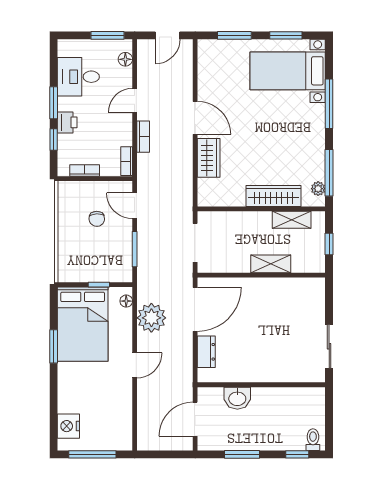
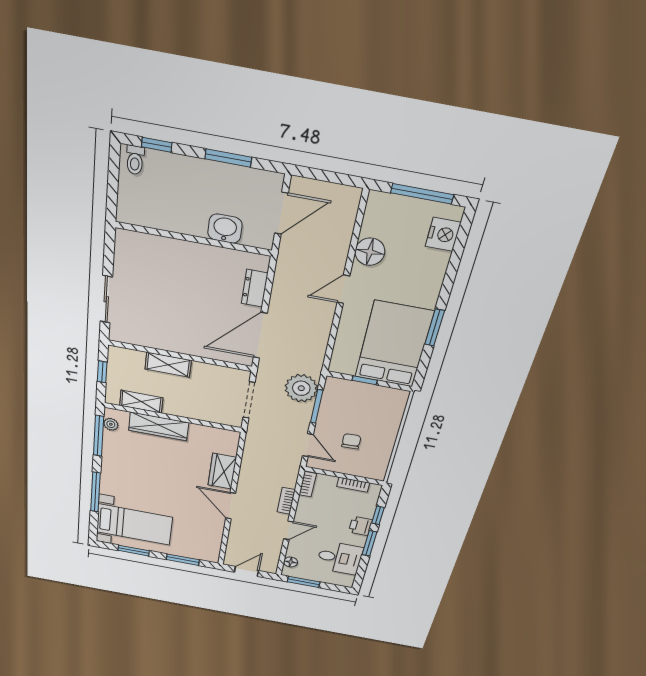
floor lamp: (126, 301) -> (370, 252), moved, width x1.89, depth x1.89
plant: (151, 318) -> (301, 388), moved
sliding door: (329, 346) -> (106, 299), moved

